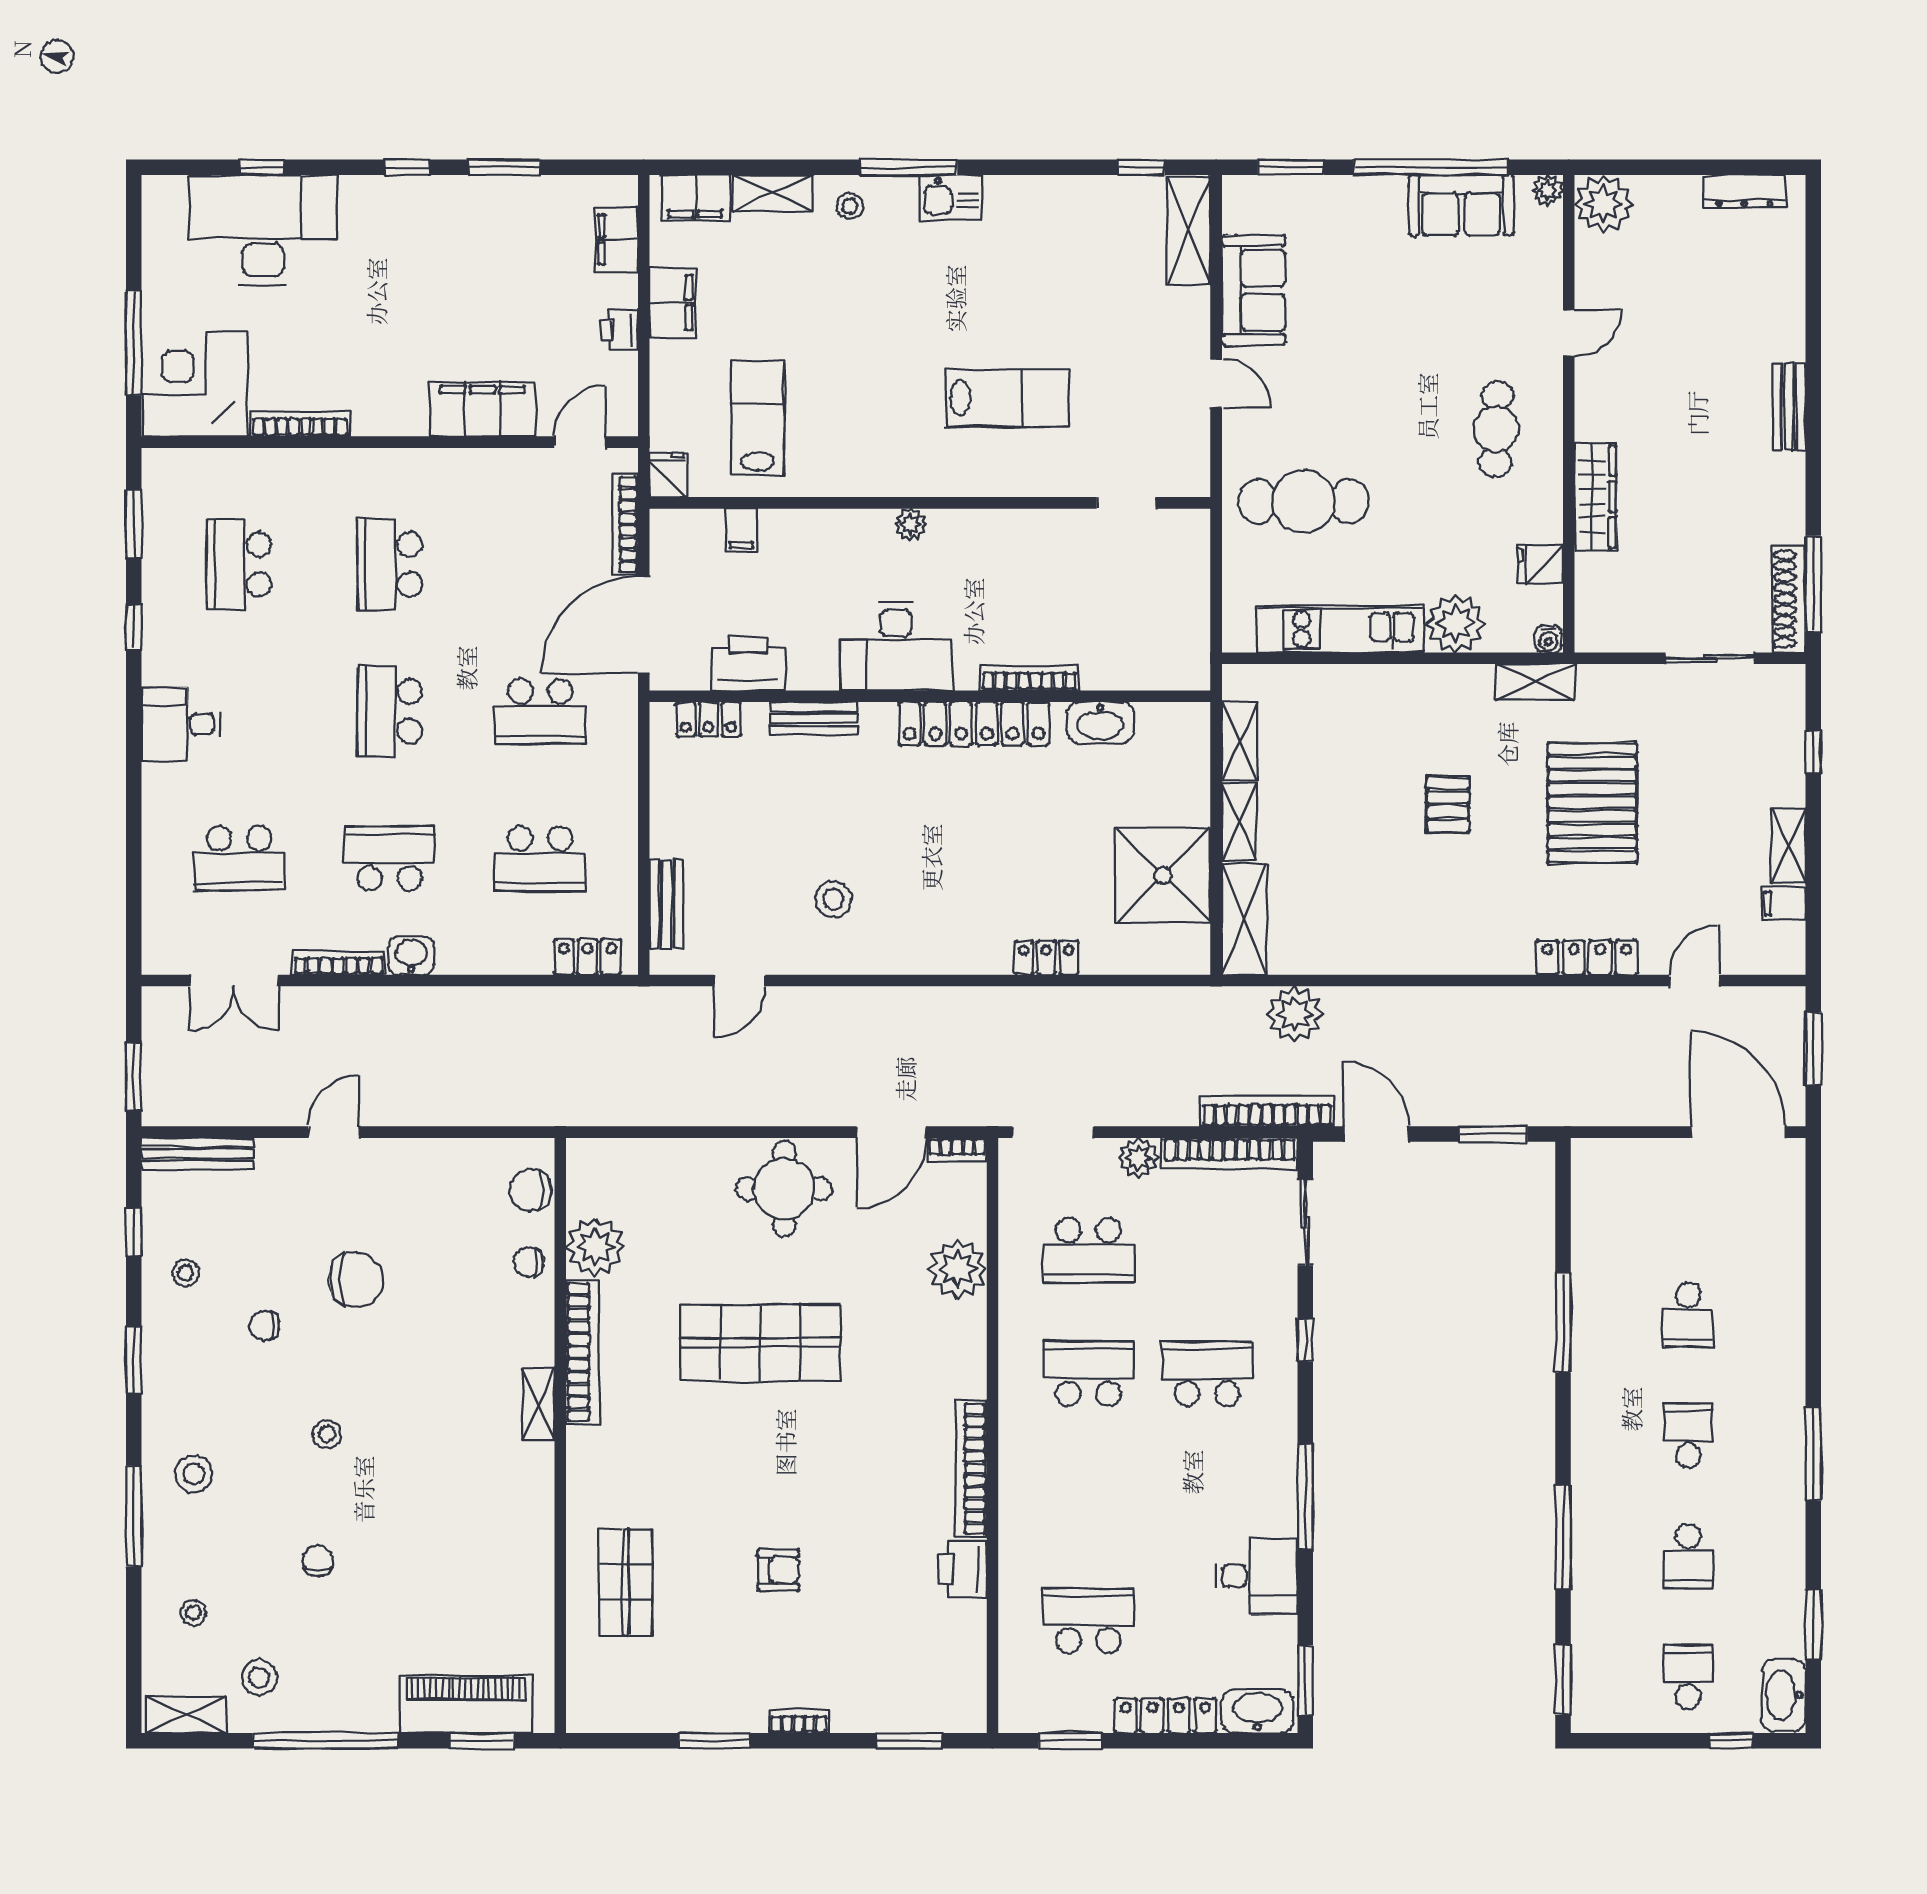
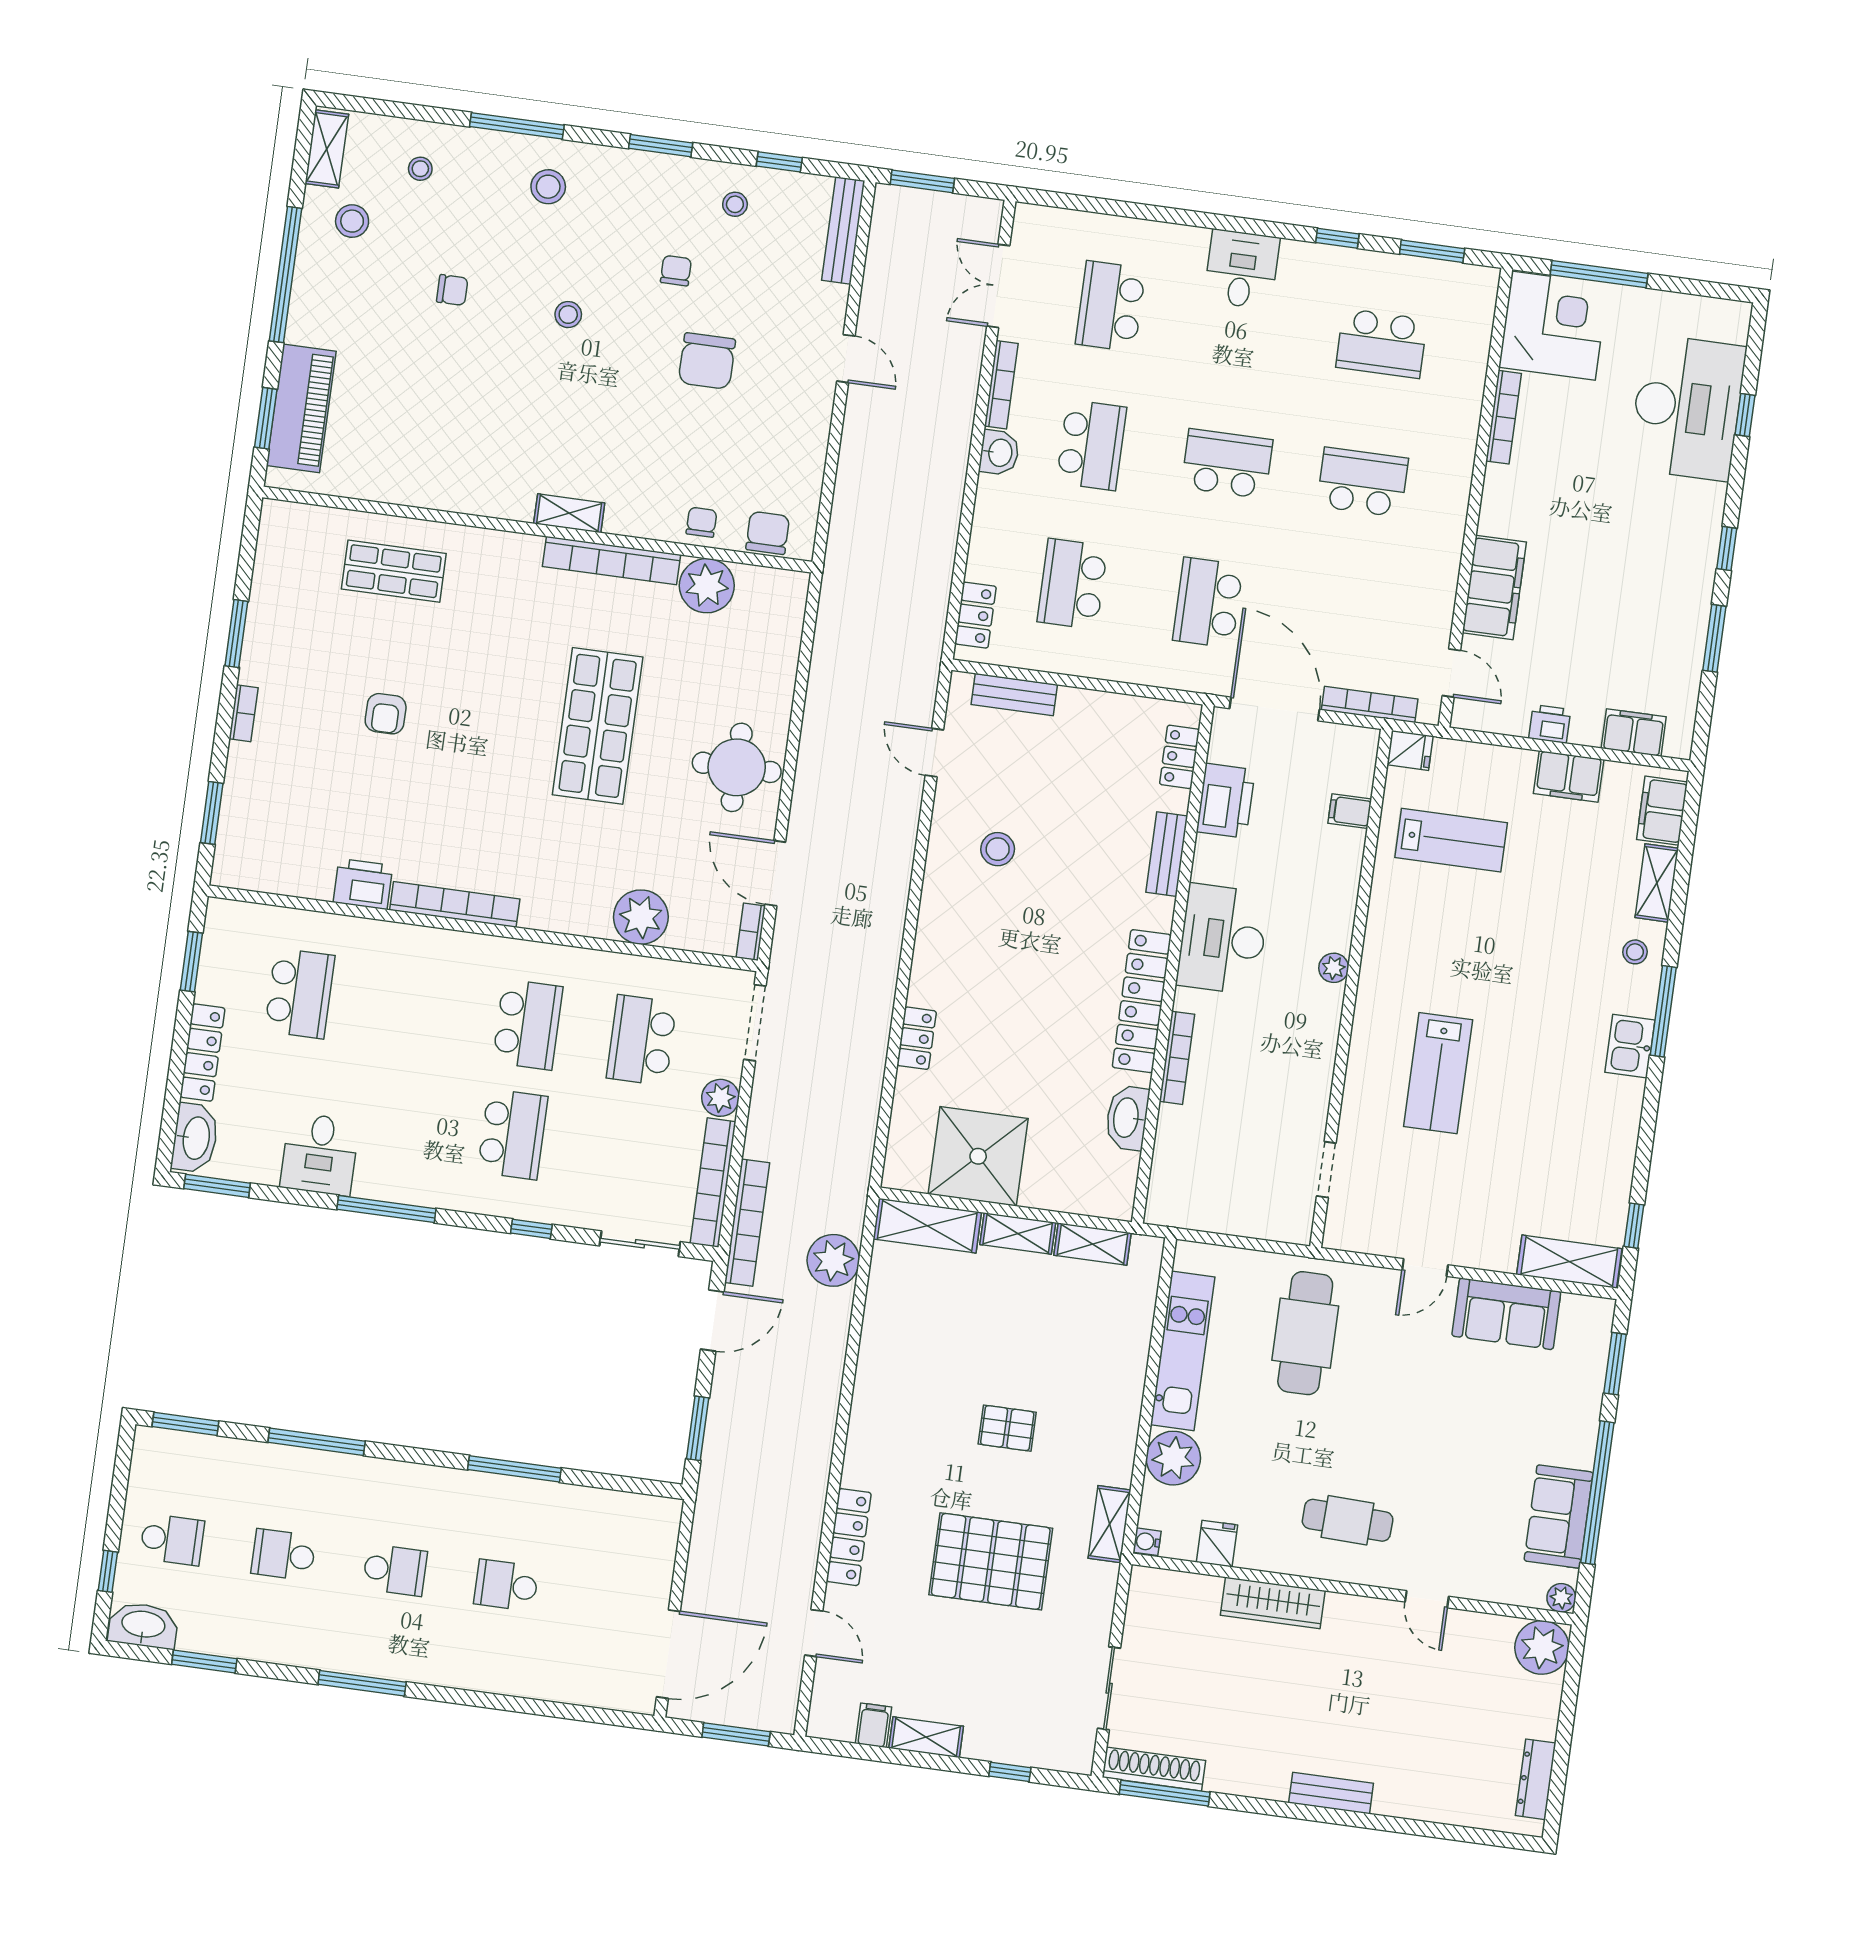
school desk: (239, 564) -> (1382, 343), turned 180

